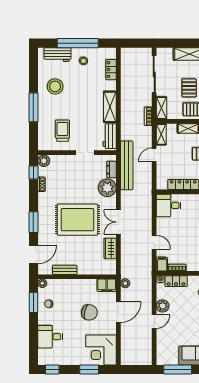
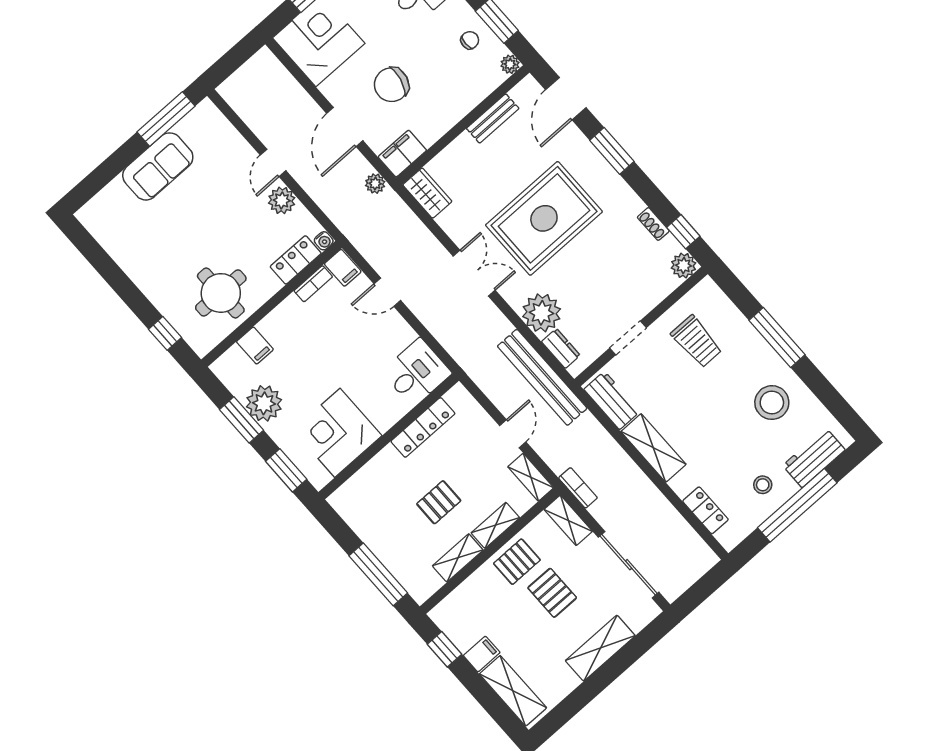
wardrobe: (110, 248) -> (427, 193), moved

